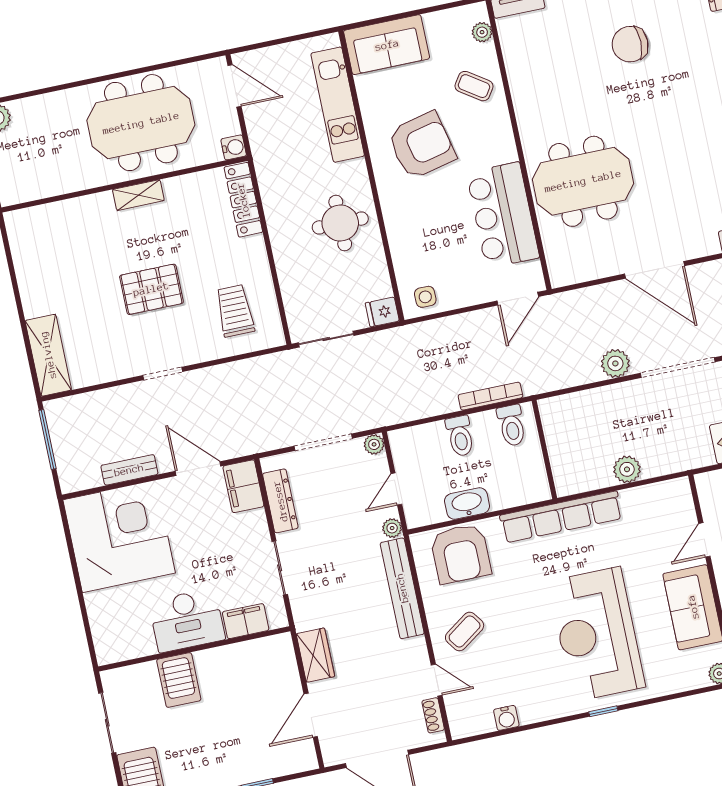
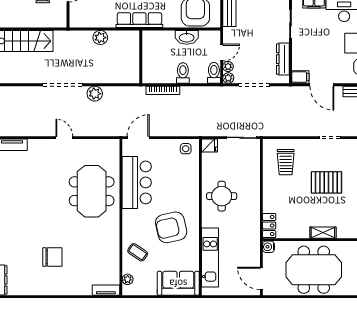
meeting table: (583, 181) -> (92, 191), turned 90
locker: (243, 200) -> (269, 225), width x0.66
door: (655, 270) -> (64, 138), width x0.53
toilet: (512, 425) -> (214, 73), moved
filing cabinet: (243, 486) -> (300, 77), width x0.50
row of seats: (561, 517) -> (139, 20), width x0.73
plant: (392, 528) -> (228, 67), moved

